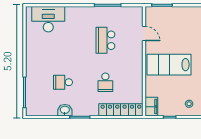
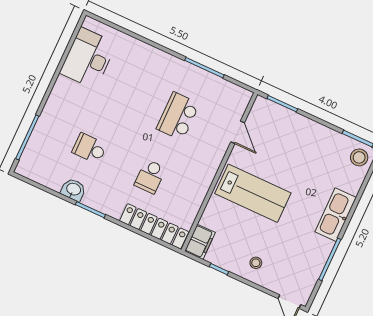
desk: (48, 19) -> (88, 58), moved, turned -90
lab bench: (169, 65) -> (253, 193), turned 180

